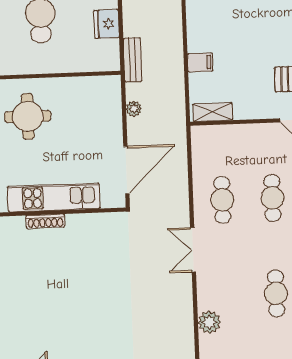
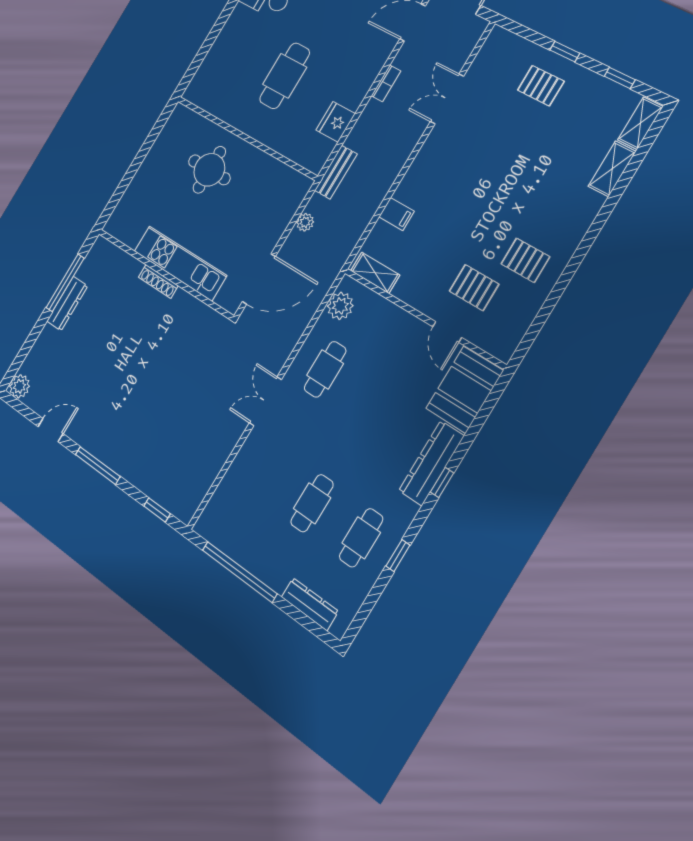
cafe table: (272, 198) -> (374, 401), removed
plant: (209, 322) -> (340, 306), moved

